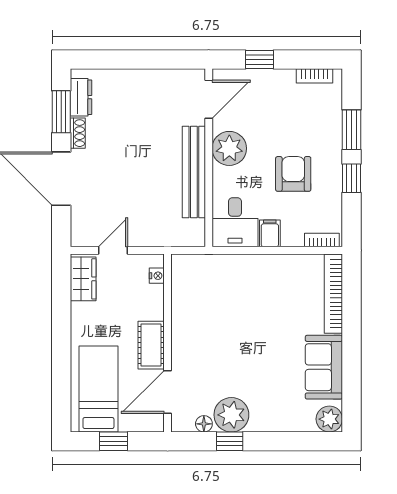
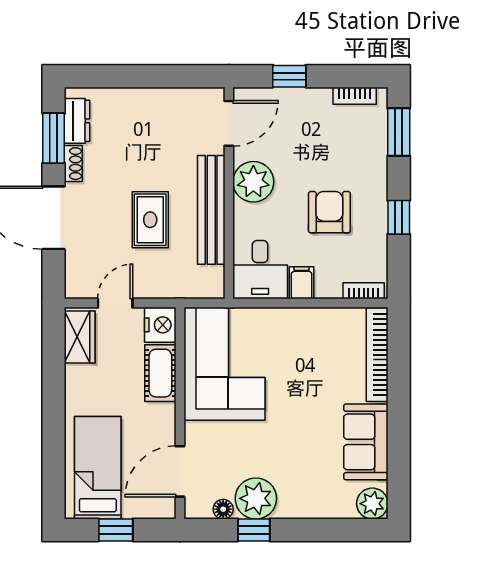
window: (352, 130) -> (399, 132), moved
rug: (143, 180) -> (150, 220), added
nightstand: (157, 276) -> (160, 325), width x1.89, depth x1.79
corner sofa: (205, 301) -> (224, 364), added
cot: (151, 345) -> (160, 373), moved

